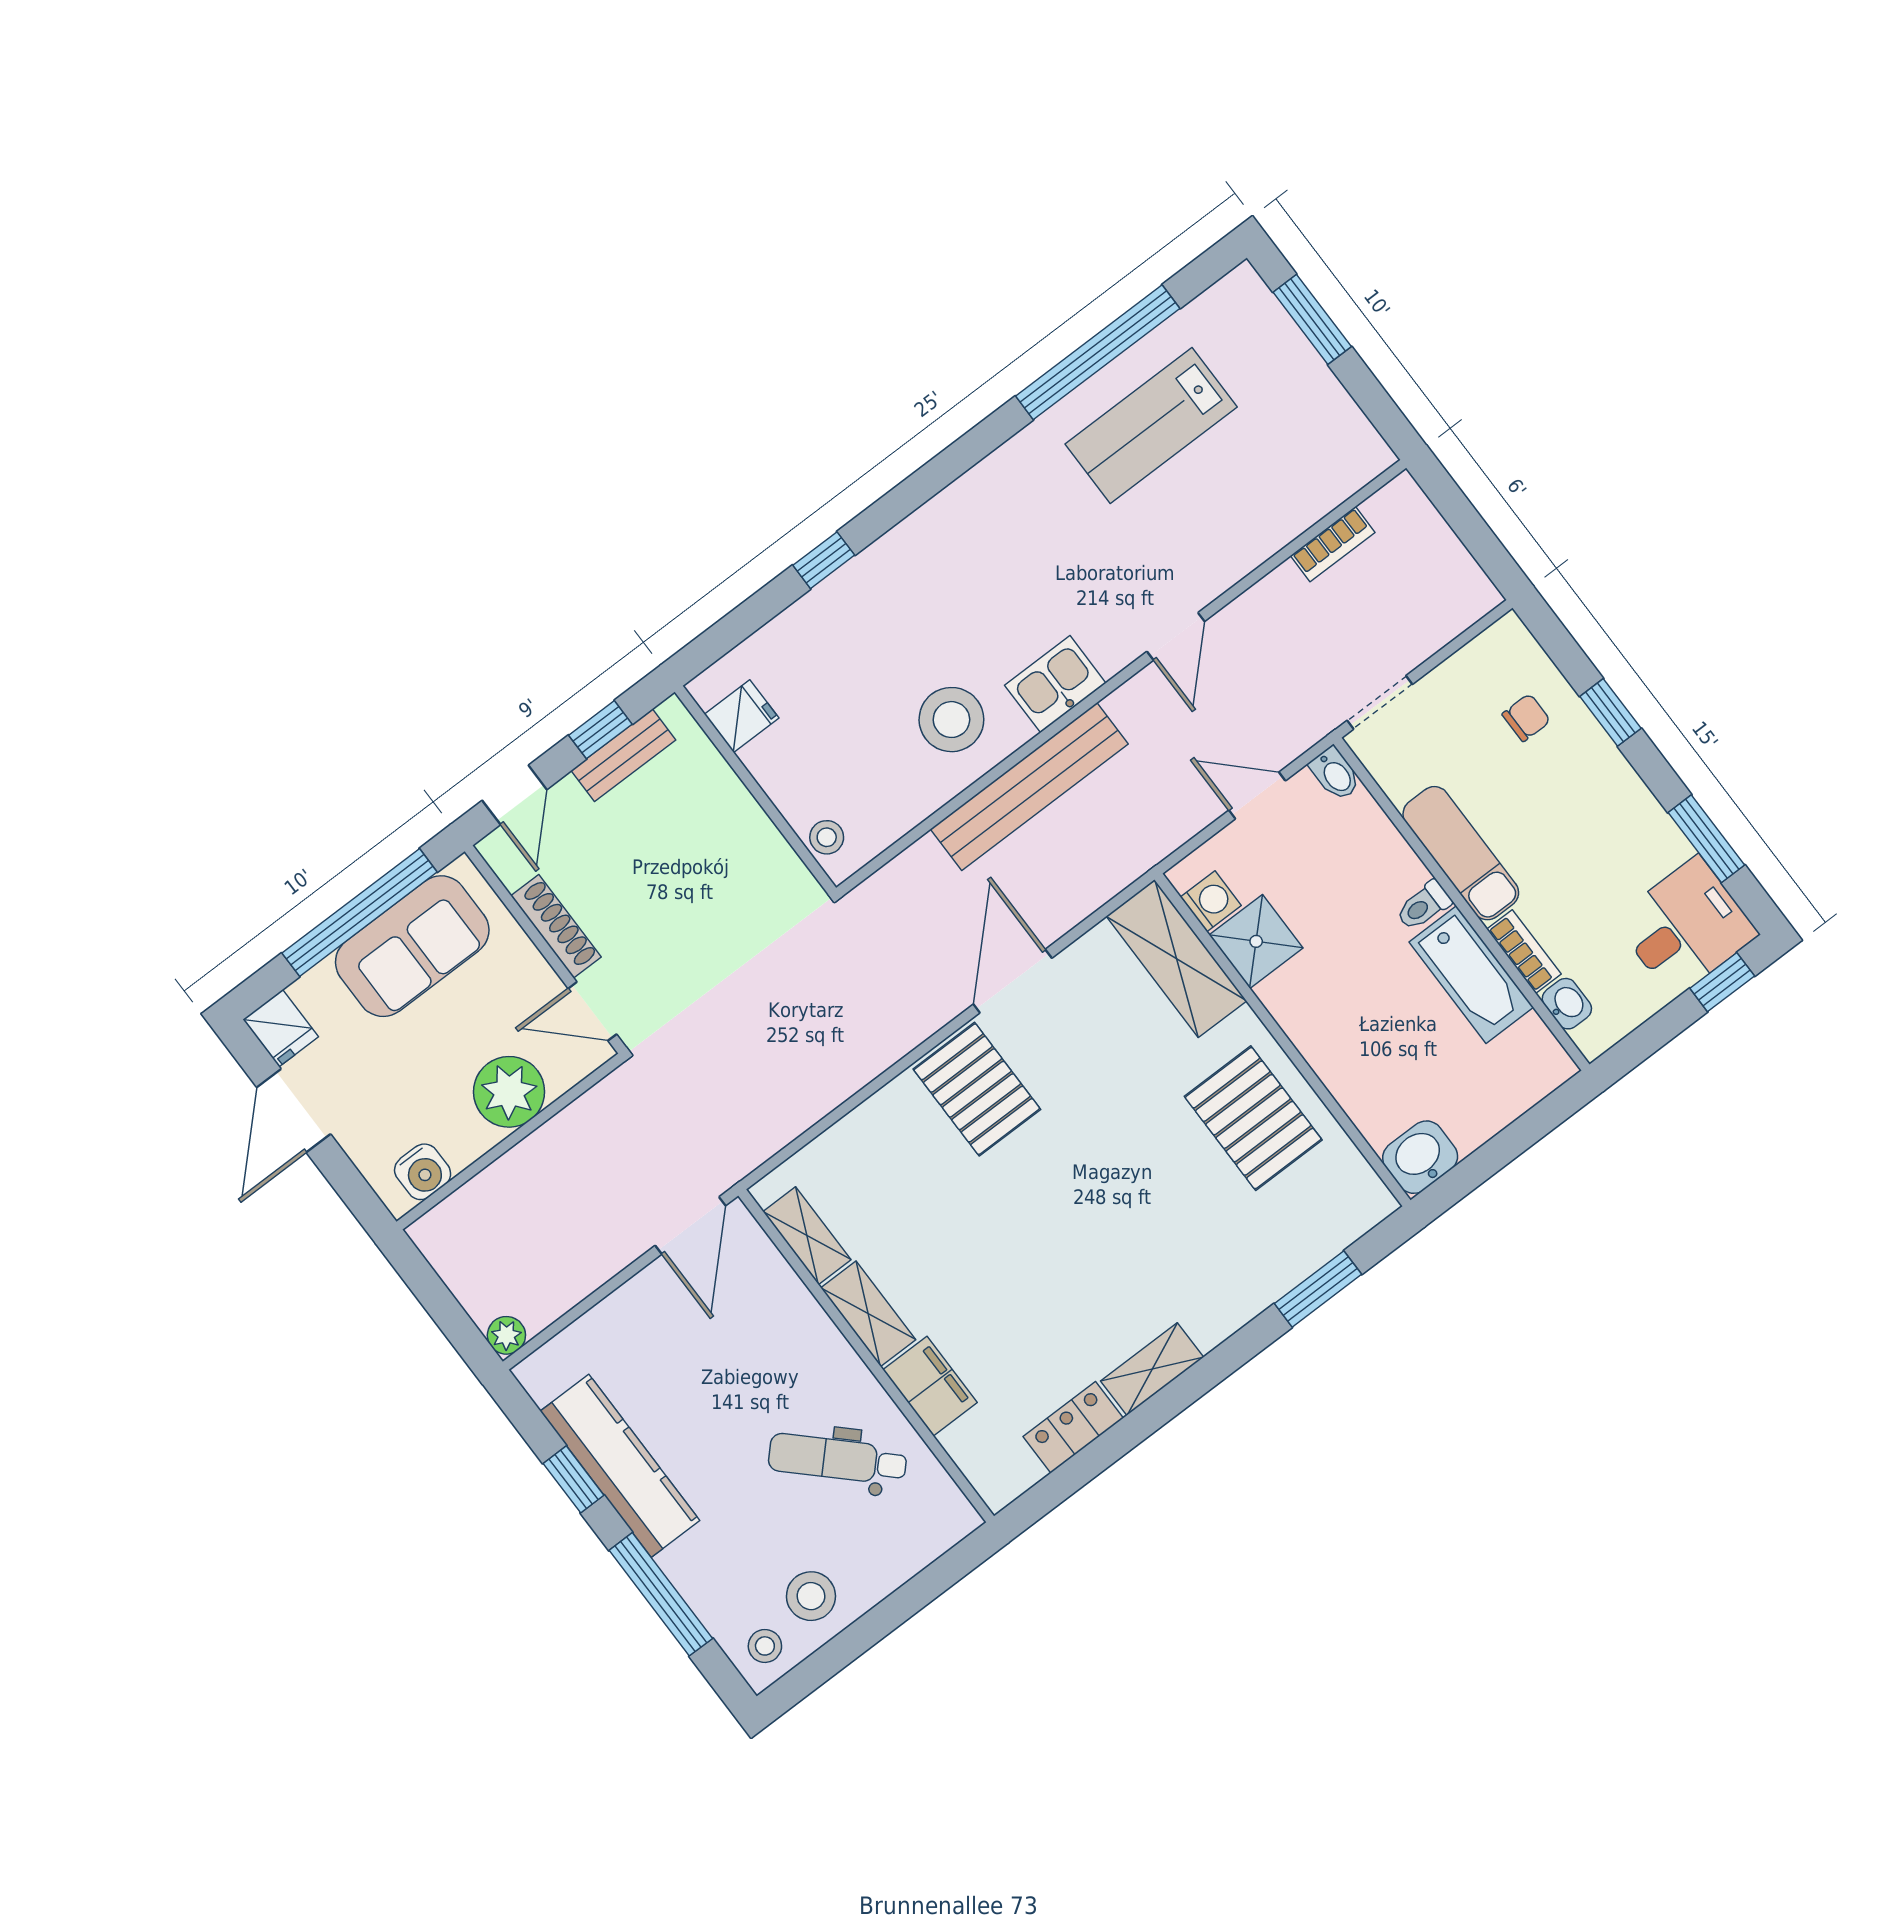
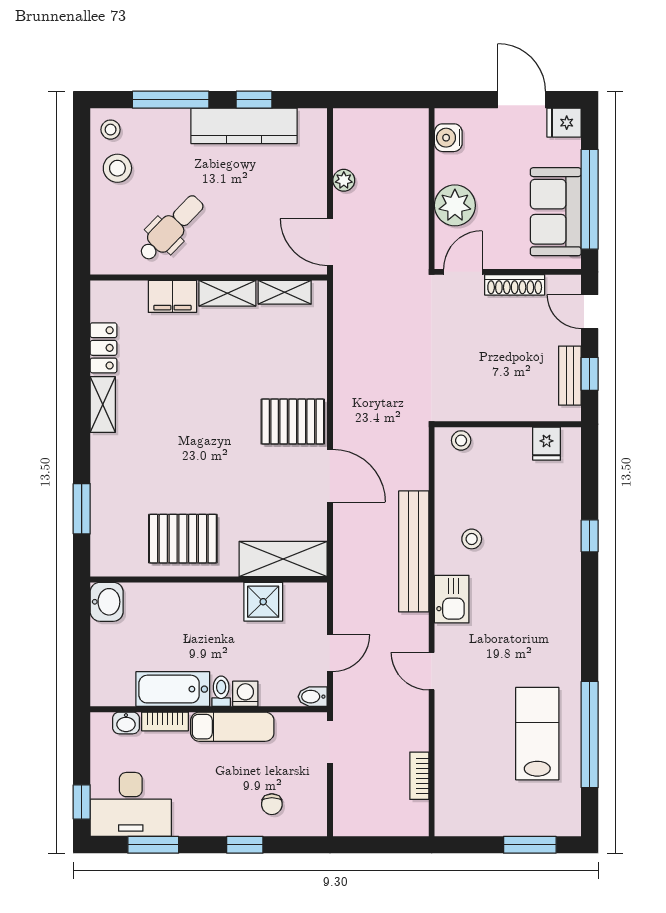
stool: (951, 720) -> (472, 539), width x0.53, depth x0.53
washing machine: (1211, 901) -> (245, 694), moved, turned 180
desk: (1686, 927) -> (131, 804), width x1.37
plant: (506, 1335) -> (344, 180), moved

